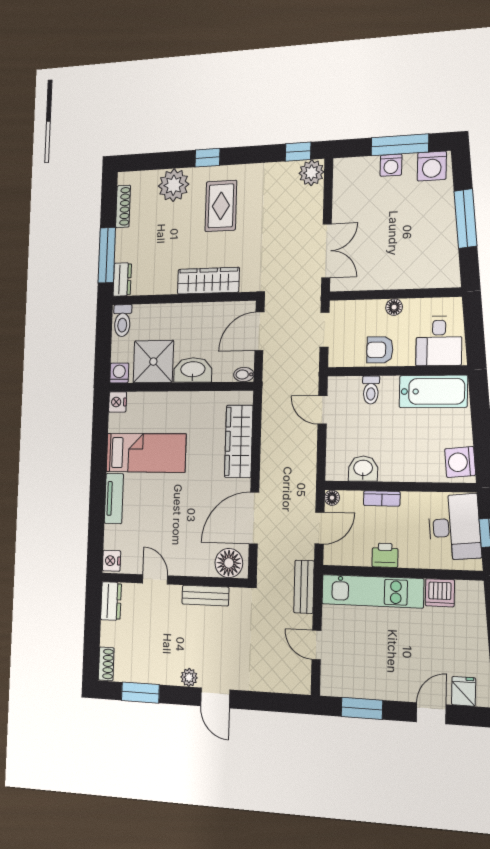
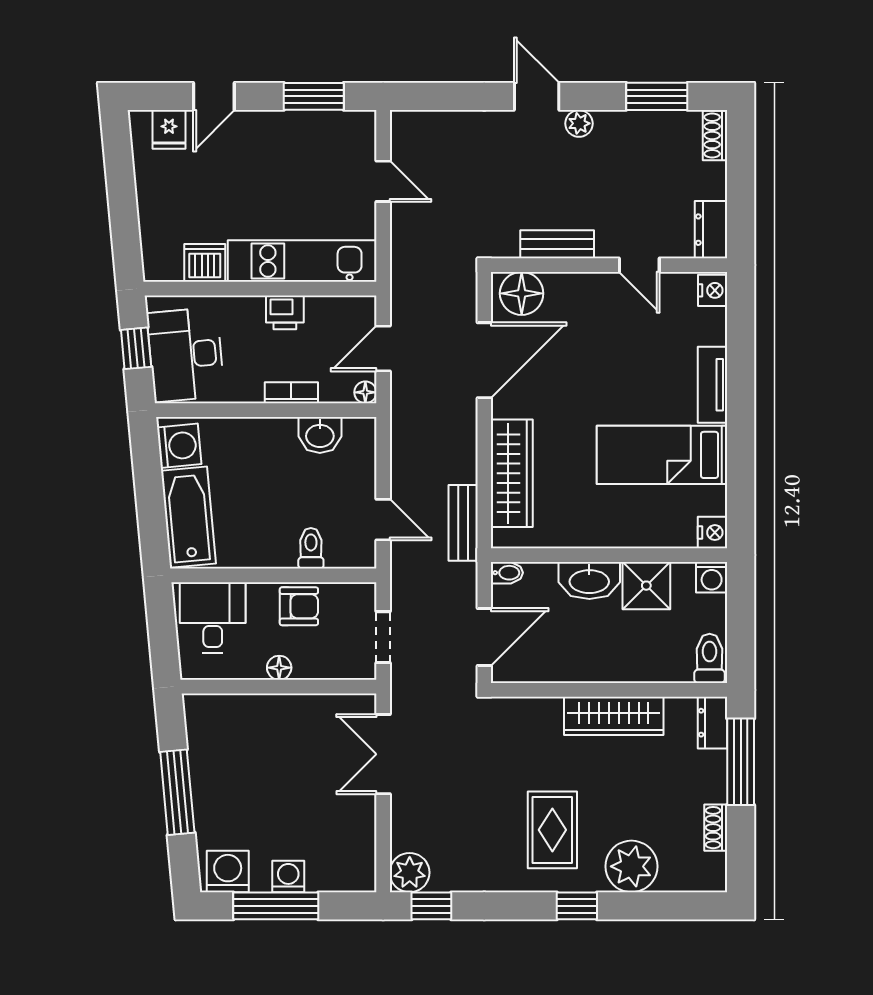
shoe rack: (123, 206) -> (716, 828), width x0.70
wardrobe: (208, 281) -> (614, 716), moved
shower: (153, 362) -> (646, 586), width x0.73, depth x0.73
bathtub: (433, 391) -> (188, 517), moved, turned 85
bench: (304, 587) -> (463, 523), moved

